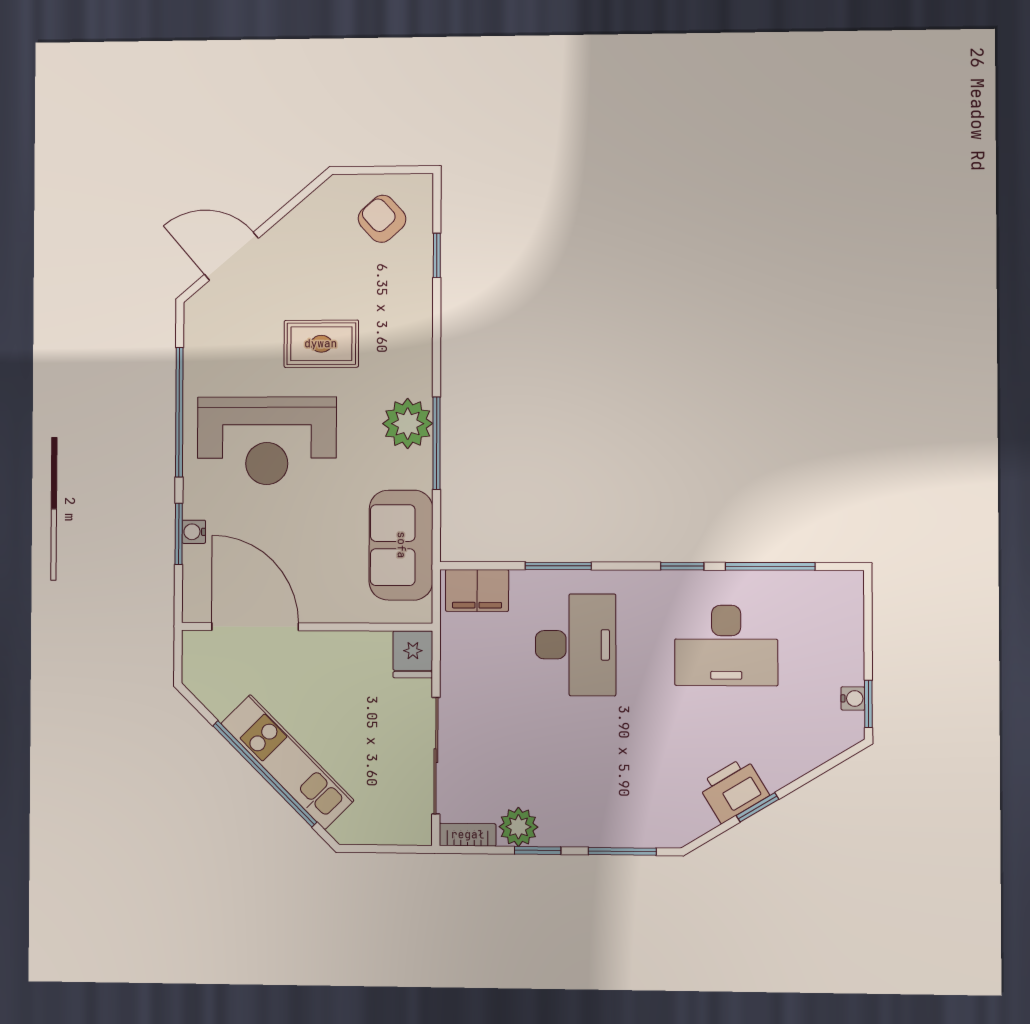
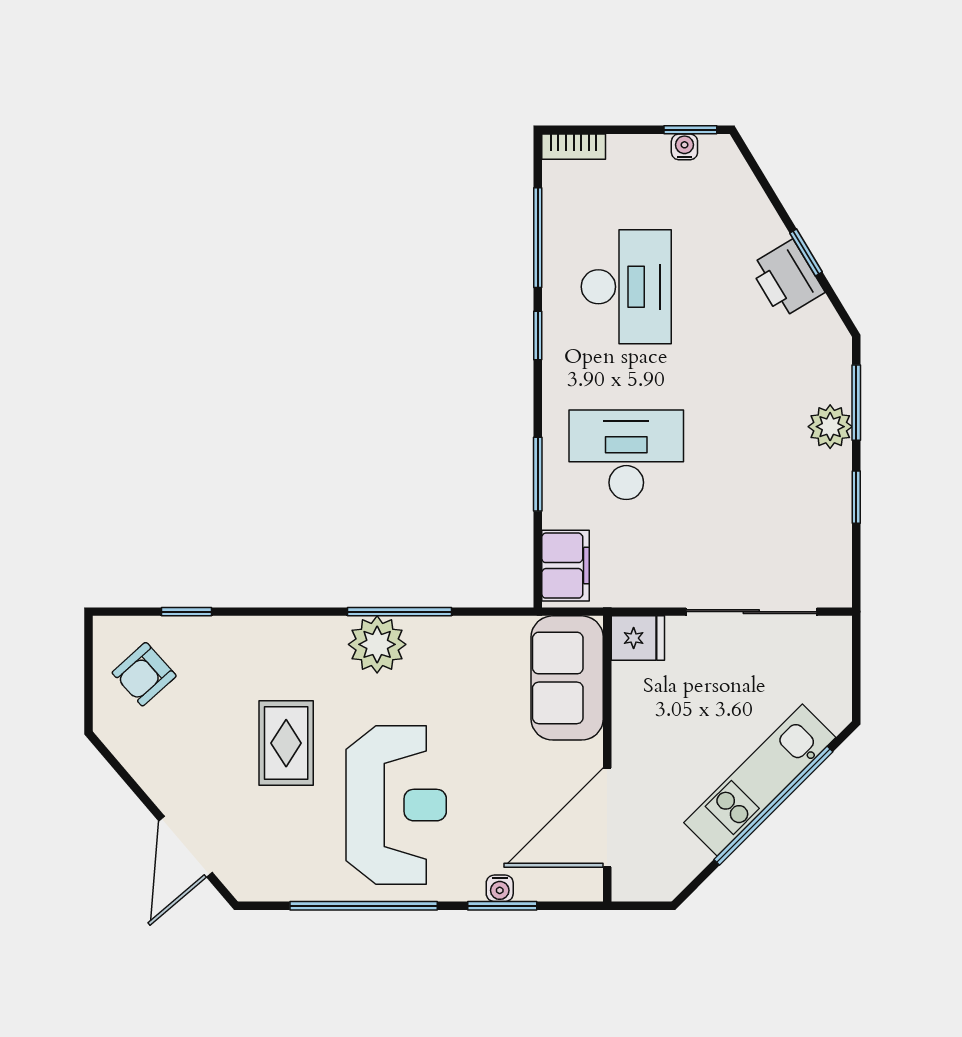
sofa: (401, 545) -> (567, 678), moved, turned 90
plant: (518, 827) -> (830, 427), moved
bookcase: (468, 835) -> (574, 147), moved, turned -90

